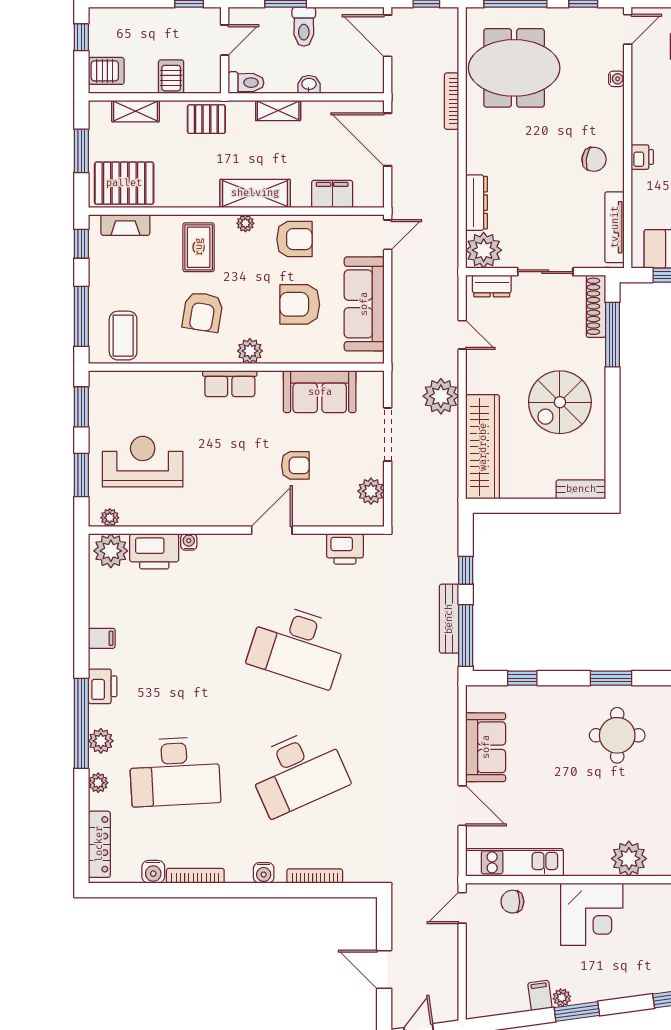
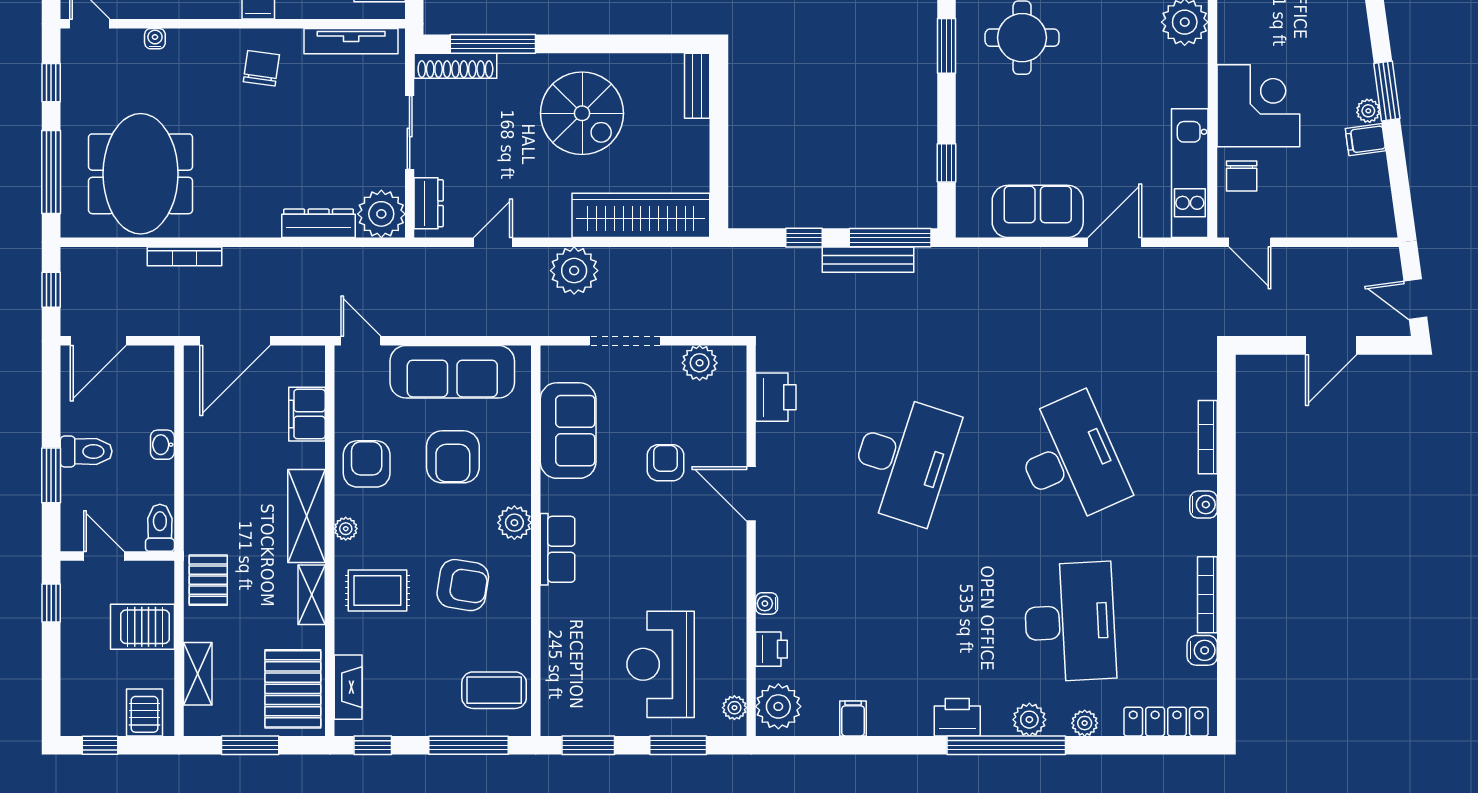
server rack: (171, 77) -> (142, 627), width x1.36, depth x1.44
shelving: (278, 111) -> (312, 595), moved
printer: (154, 551) -> (771, 649), width x0.53, depth x0.68
filing cabinet: (102, 638) -> (853, 718), moved
corner desk: (592, 914) -> (1258, 106), moved

